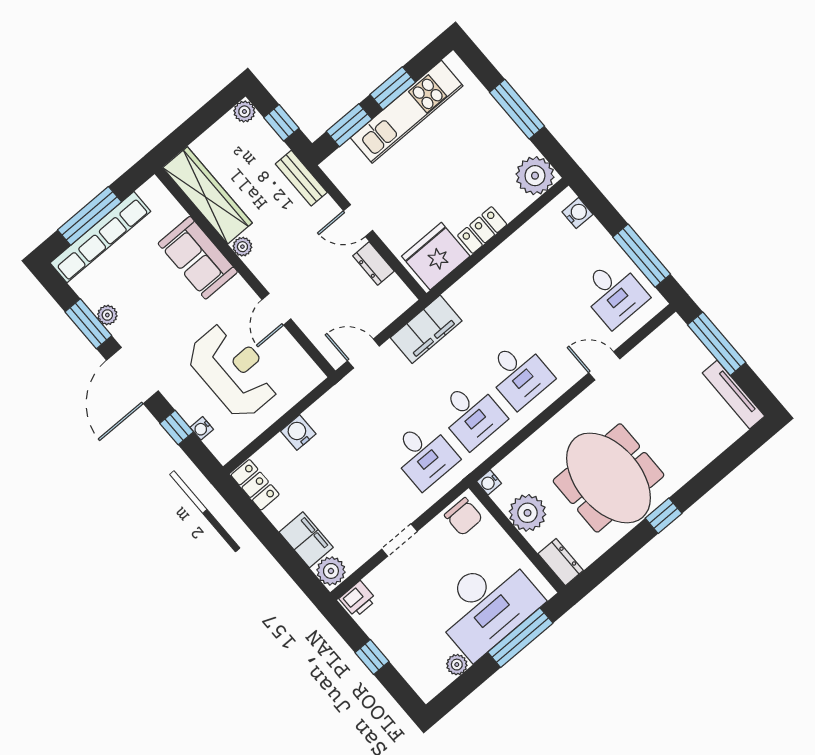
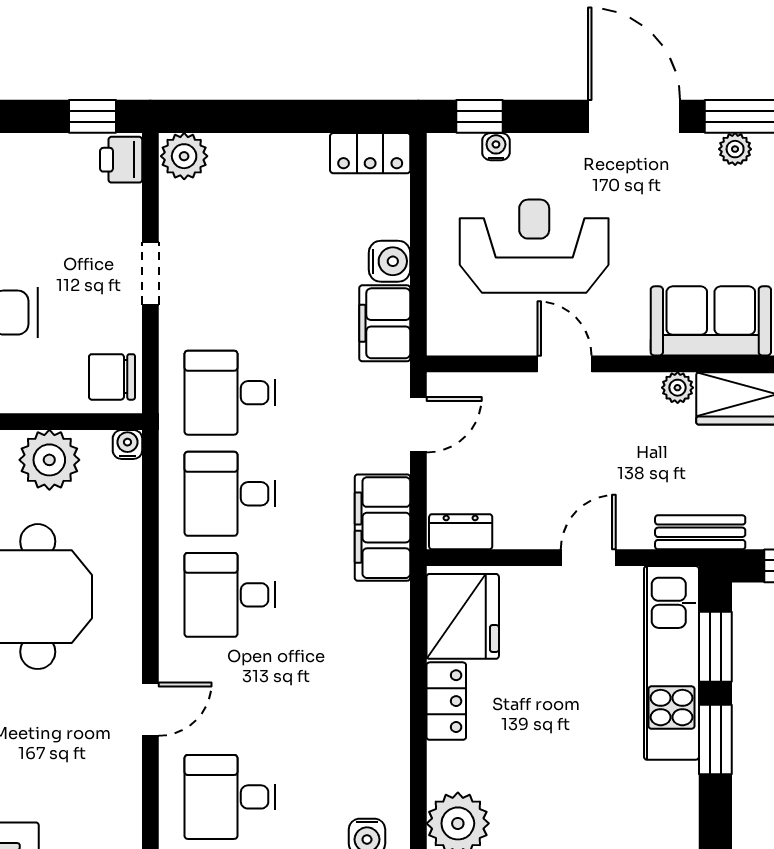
kitchen unit: (407, 112) -> (671, 663), moved
dresser: (373, 263) -> (461, 532), moved
reception desk: (233, 371) -> (534, 246), turned 180
window: (177, 428) -> (479, 116), moved
filing cabinet: (306, 540) -> (385, 323), moved, turned 90
window: (372, 657) -> (93, 116), moved

